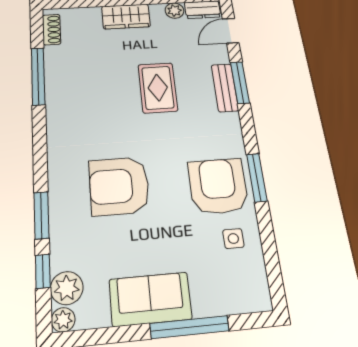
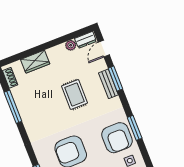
wardrobe: (126, 17) -> (35, 62), moved
armchair: (218, 186) -> (117, 138), turned 180

